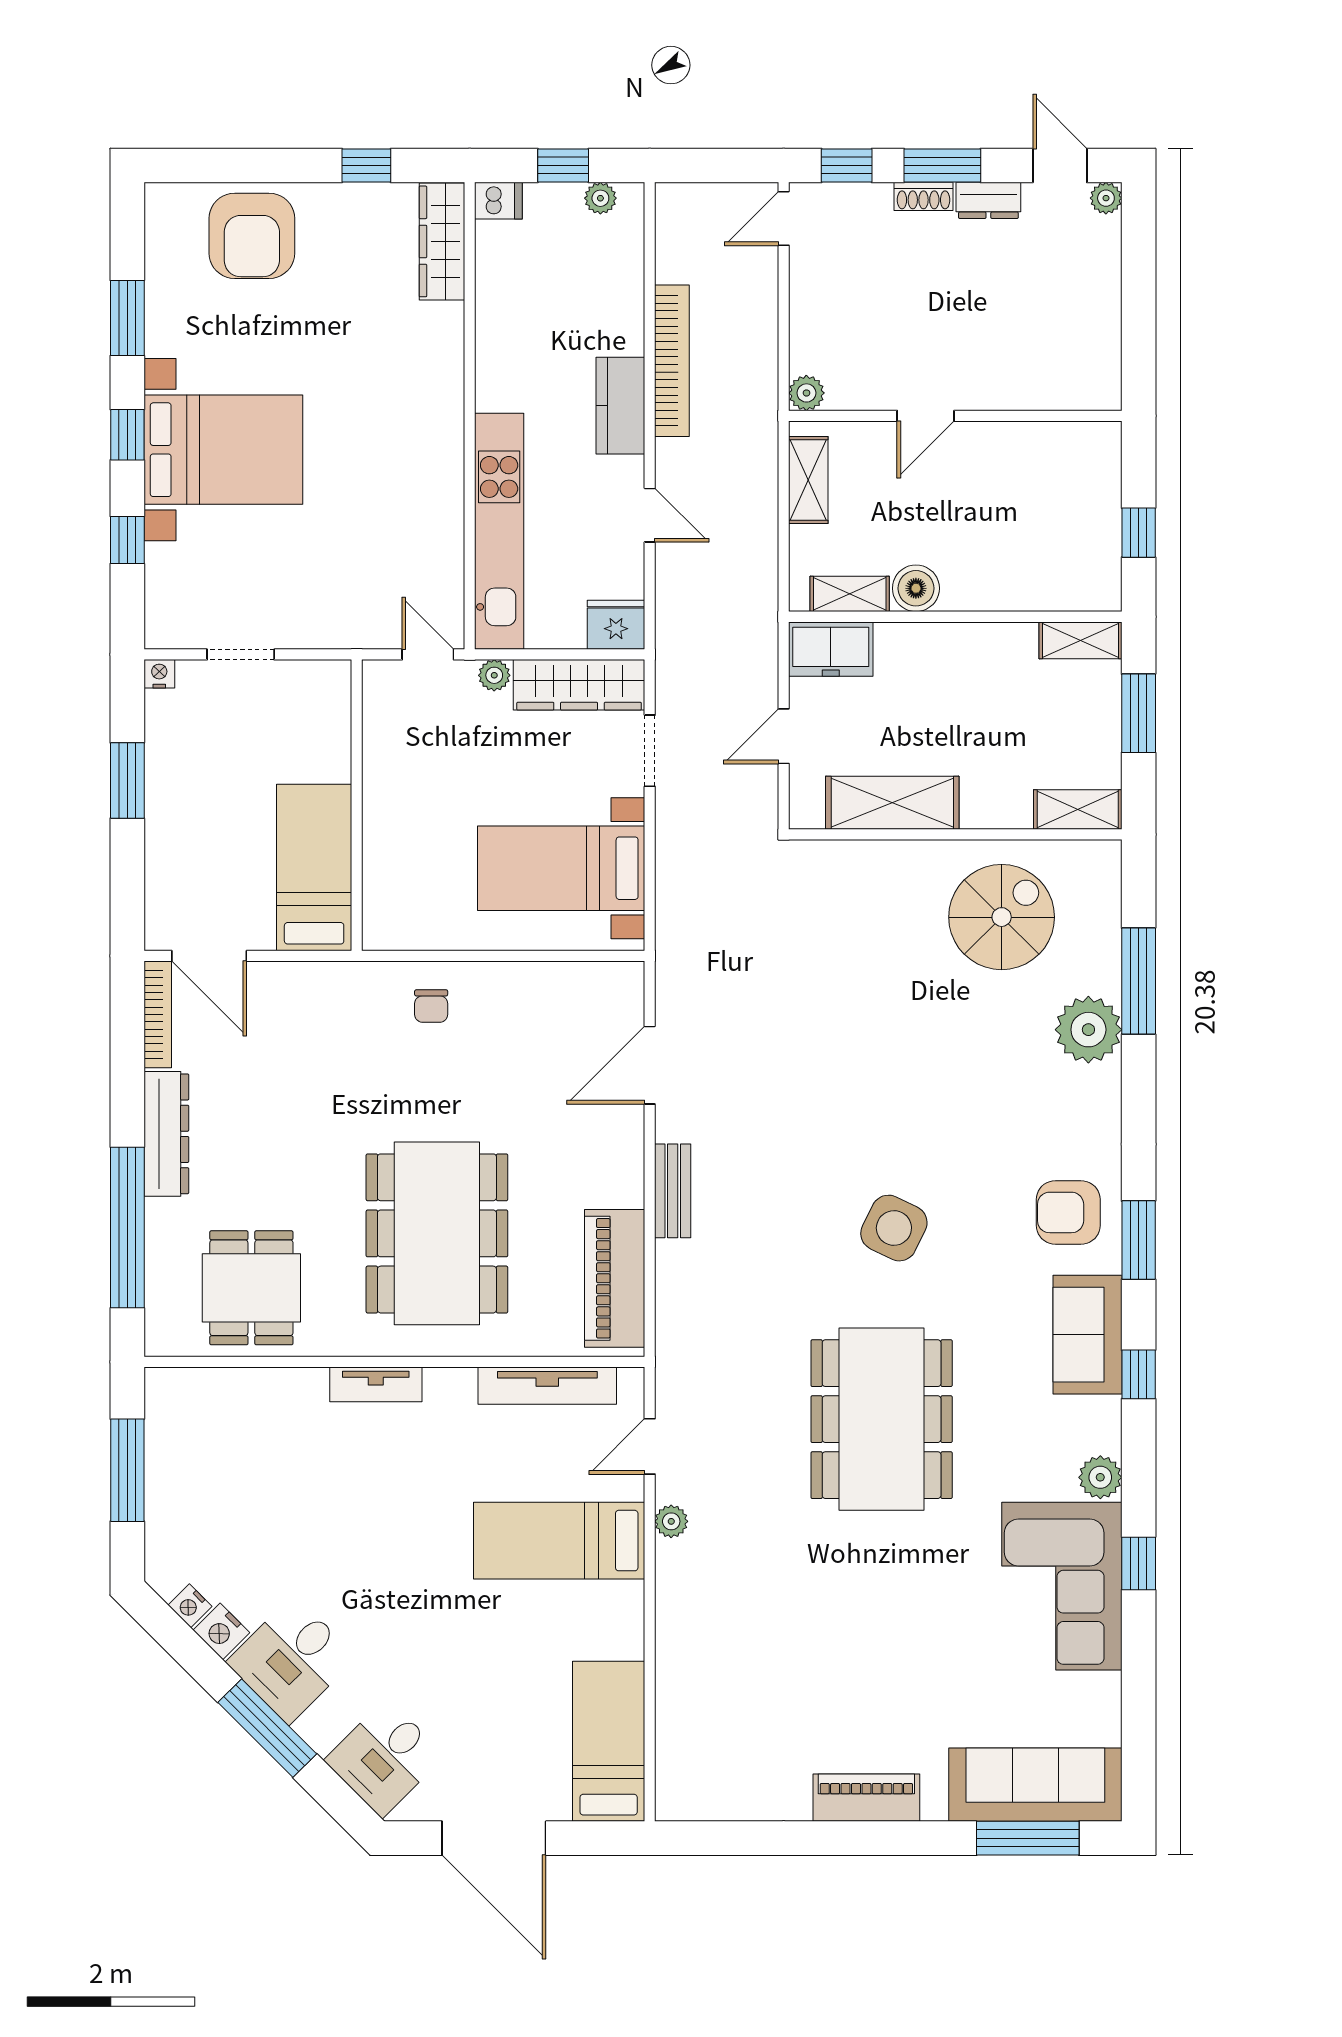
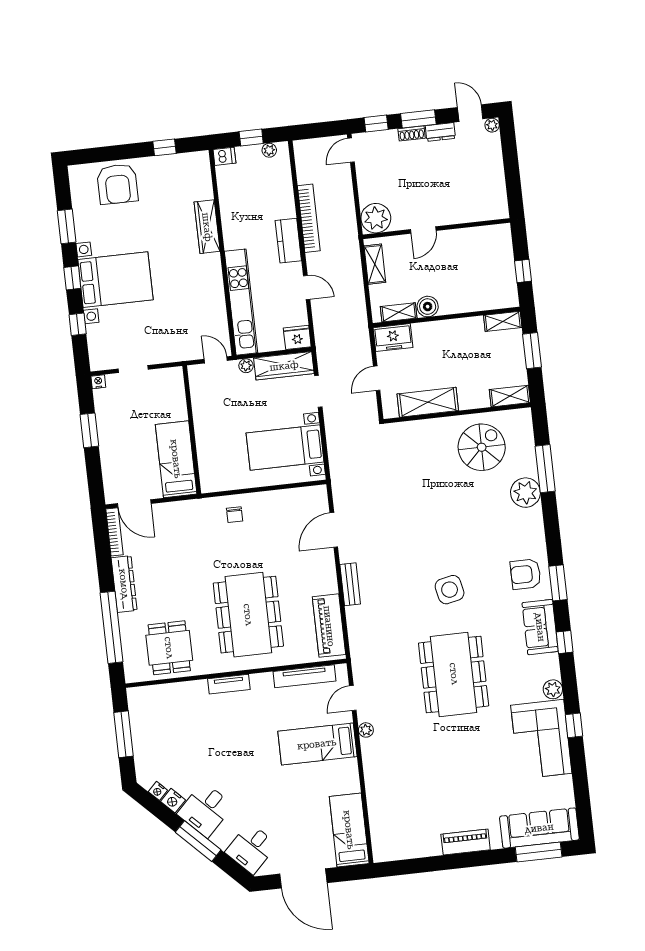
wardrobe: (442, 241) -> (207, 227), moved
plant: (806, 393) -> (376, 218), width x1.87, depth x1.87
side table: (894, 1228) -> (450, 590), turned -38

